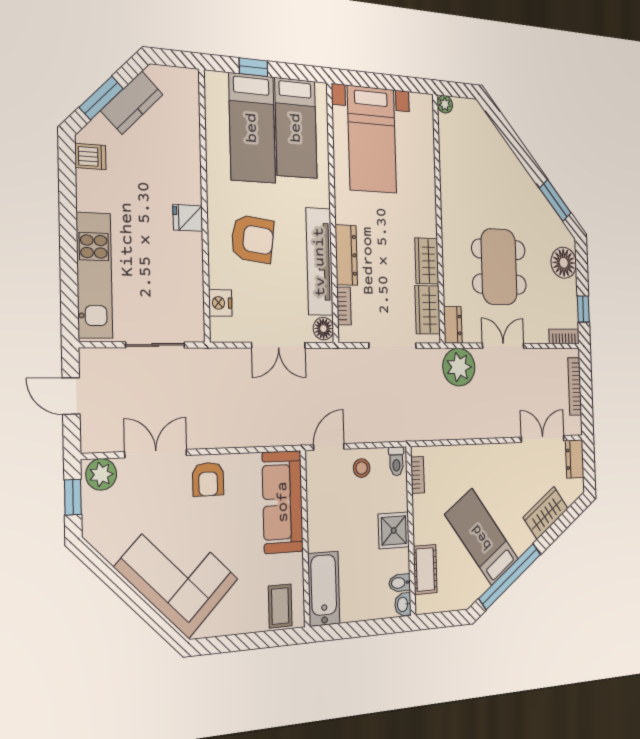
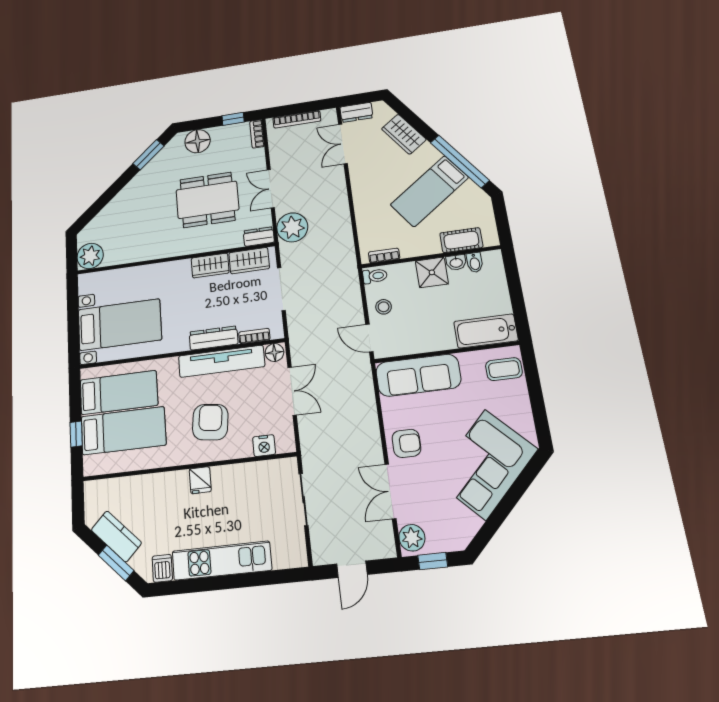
plant: (445, 104) -> (90, 256), width x1.87, depth x1.87
kitchen unit: (94, 275) -> (222, 561), moved
washbasin: (403, 604) -> (456, 262), moved

